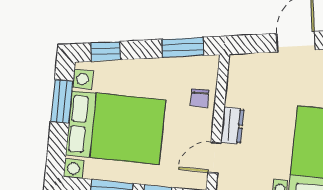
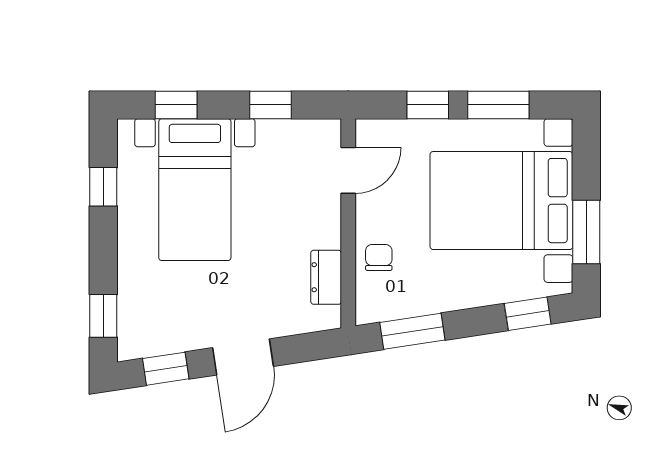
dresser: (232, 126) -> (326, 277), moved

